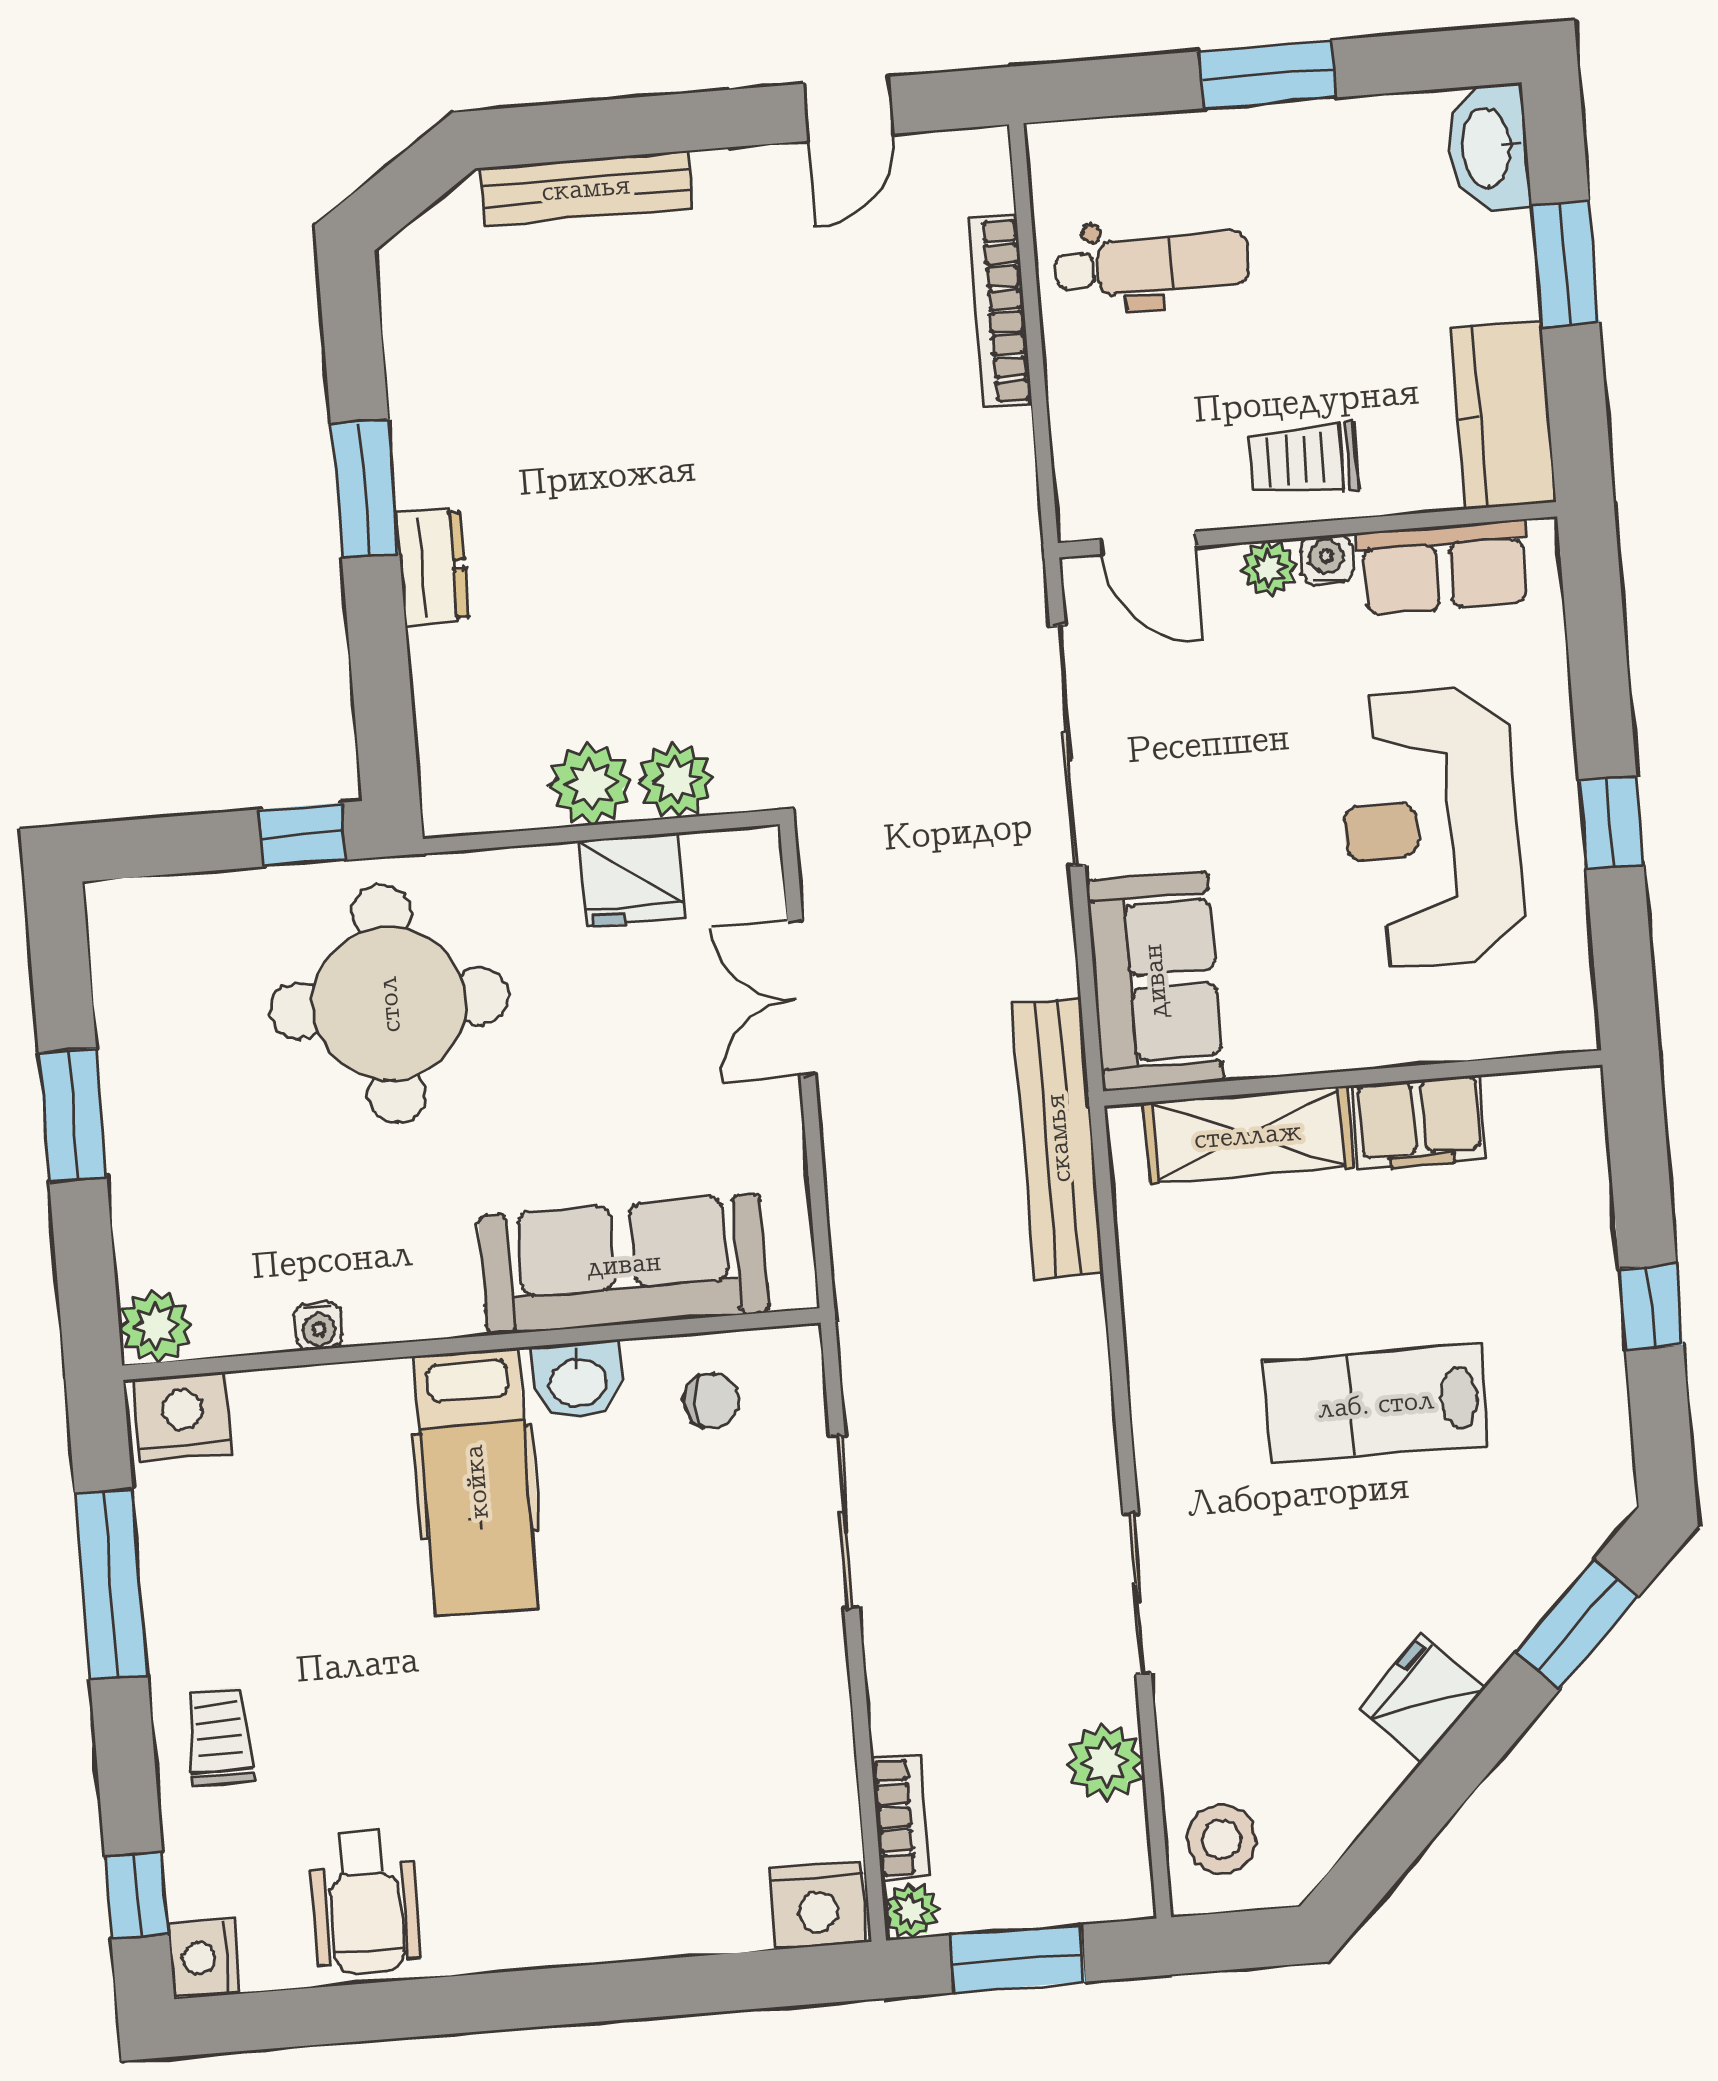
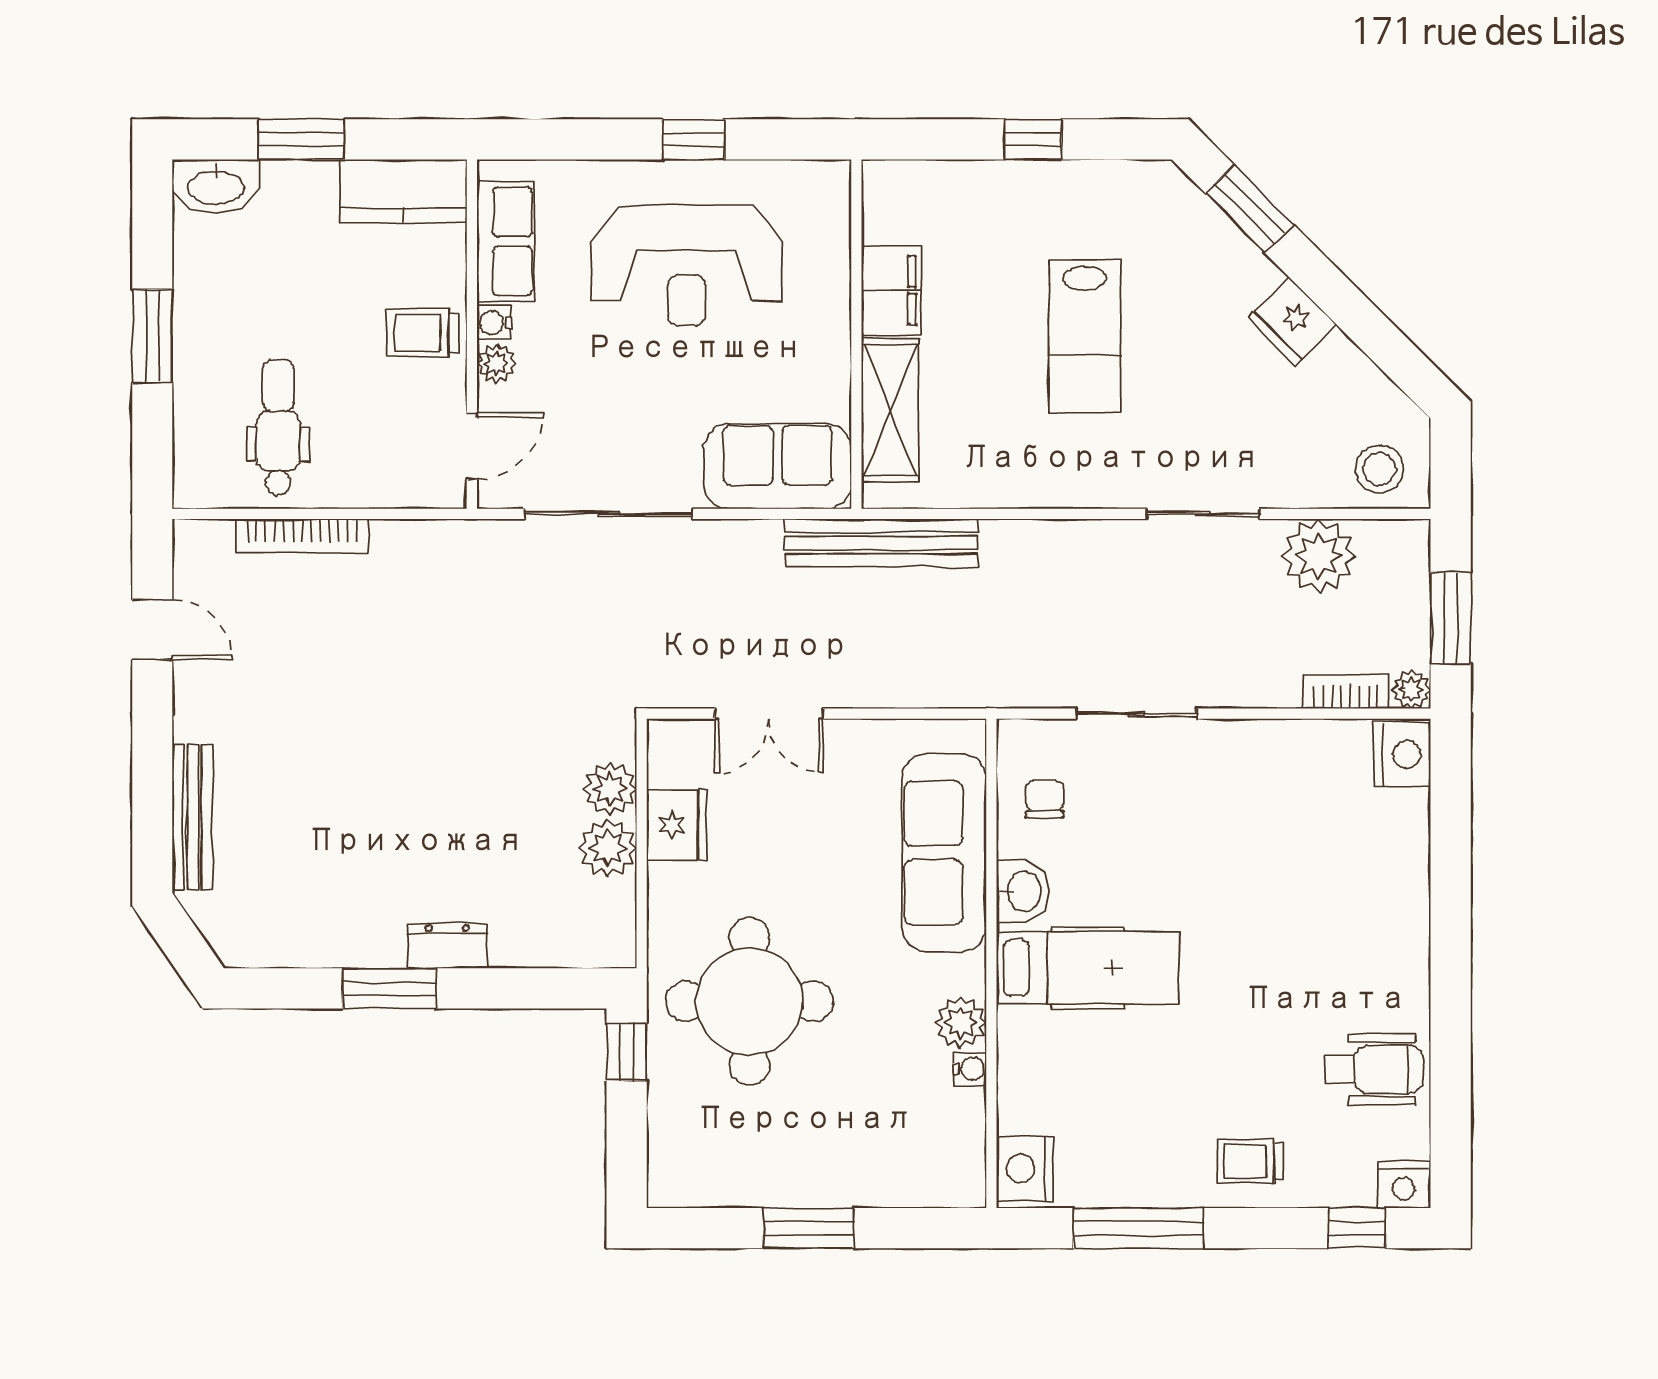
trolley: (1303, 459) -> (422, 333), turned 90
plant: (155, 1326) -> (961, 1023), moved
plant: (1105, 1762) -> (1319, 556), width x1.36, depth x1.36

